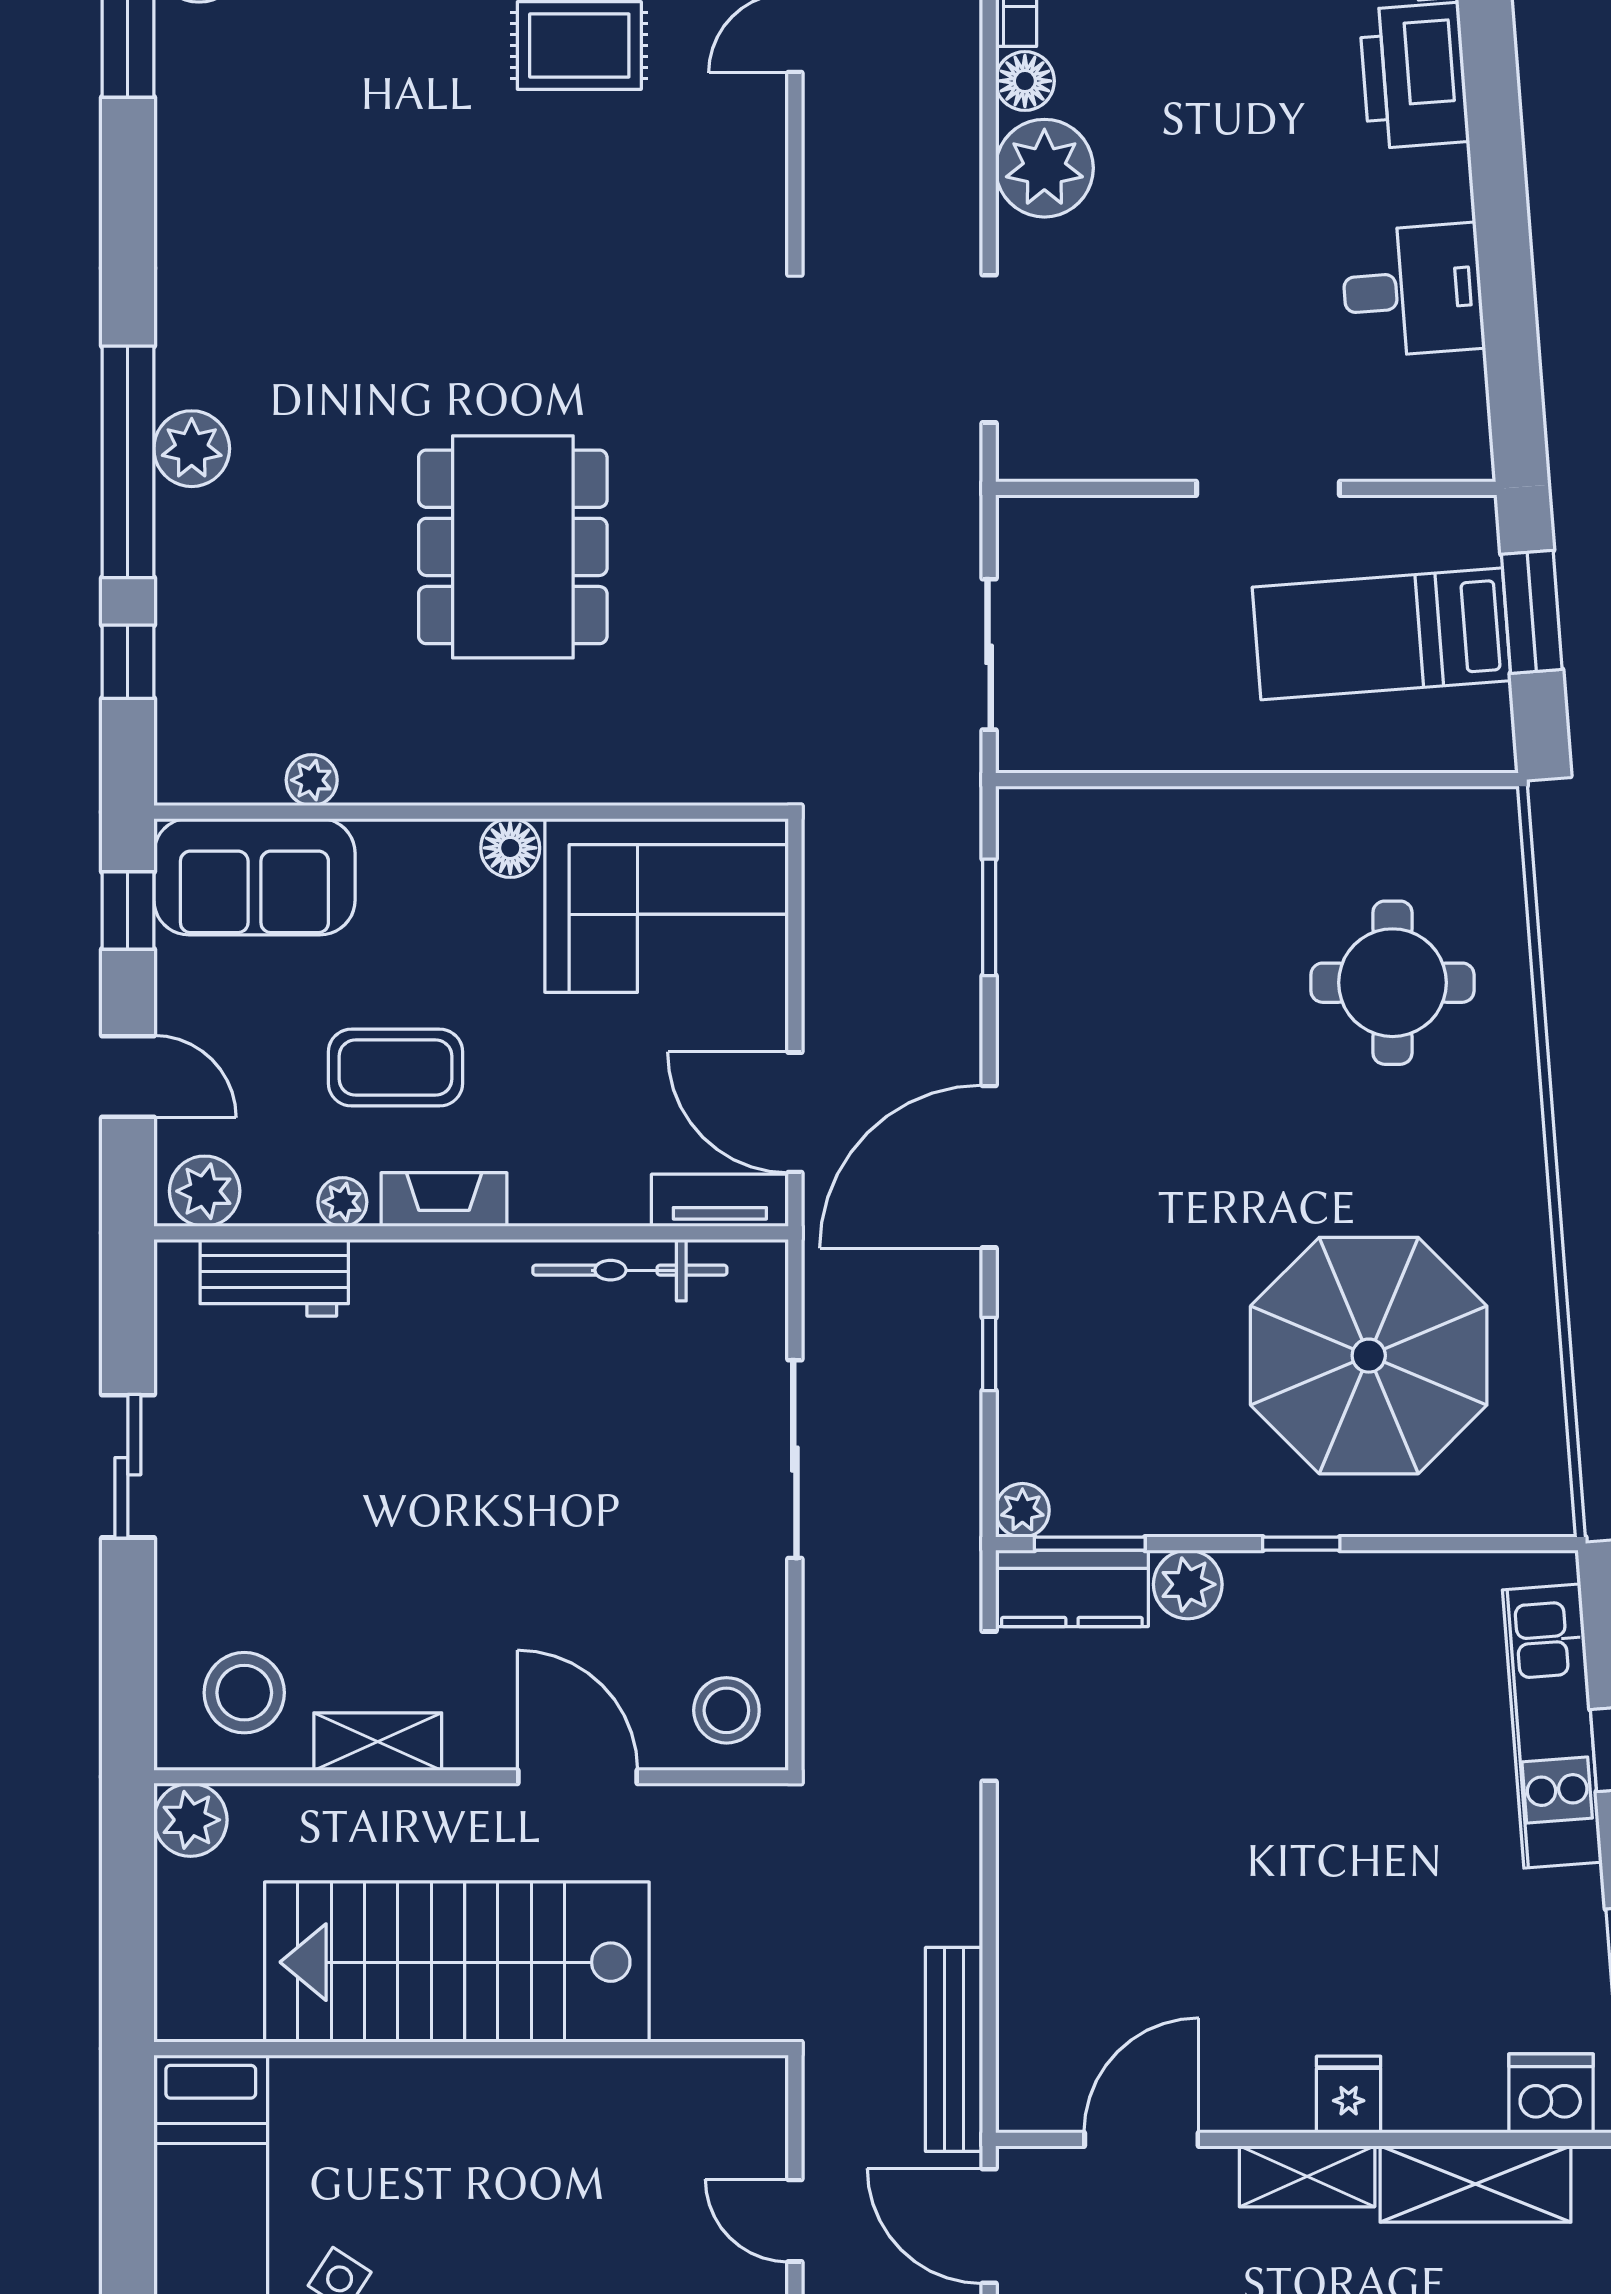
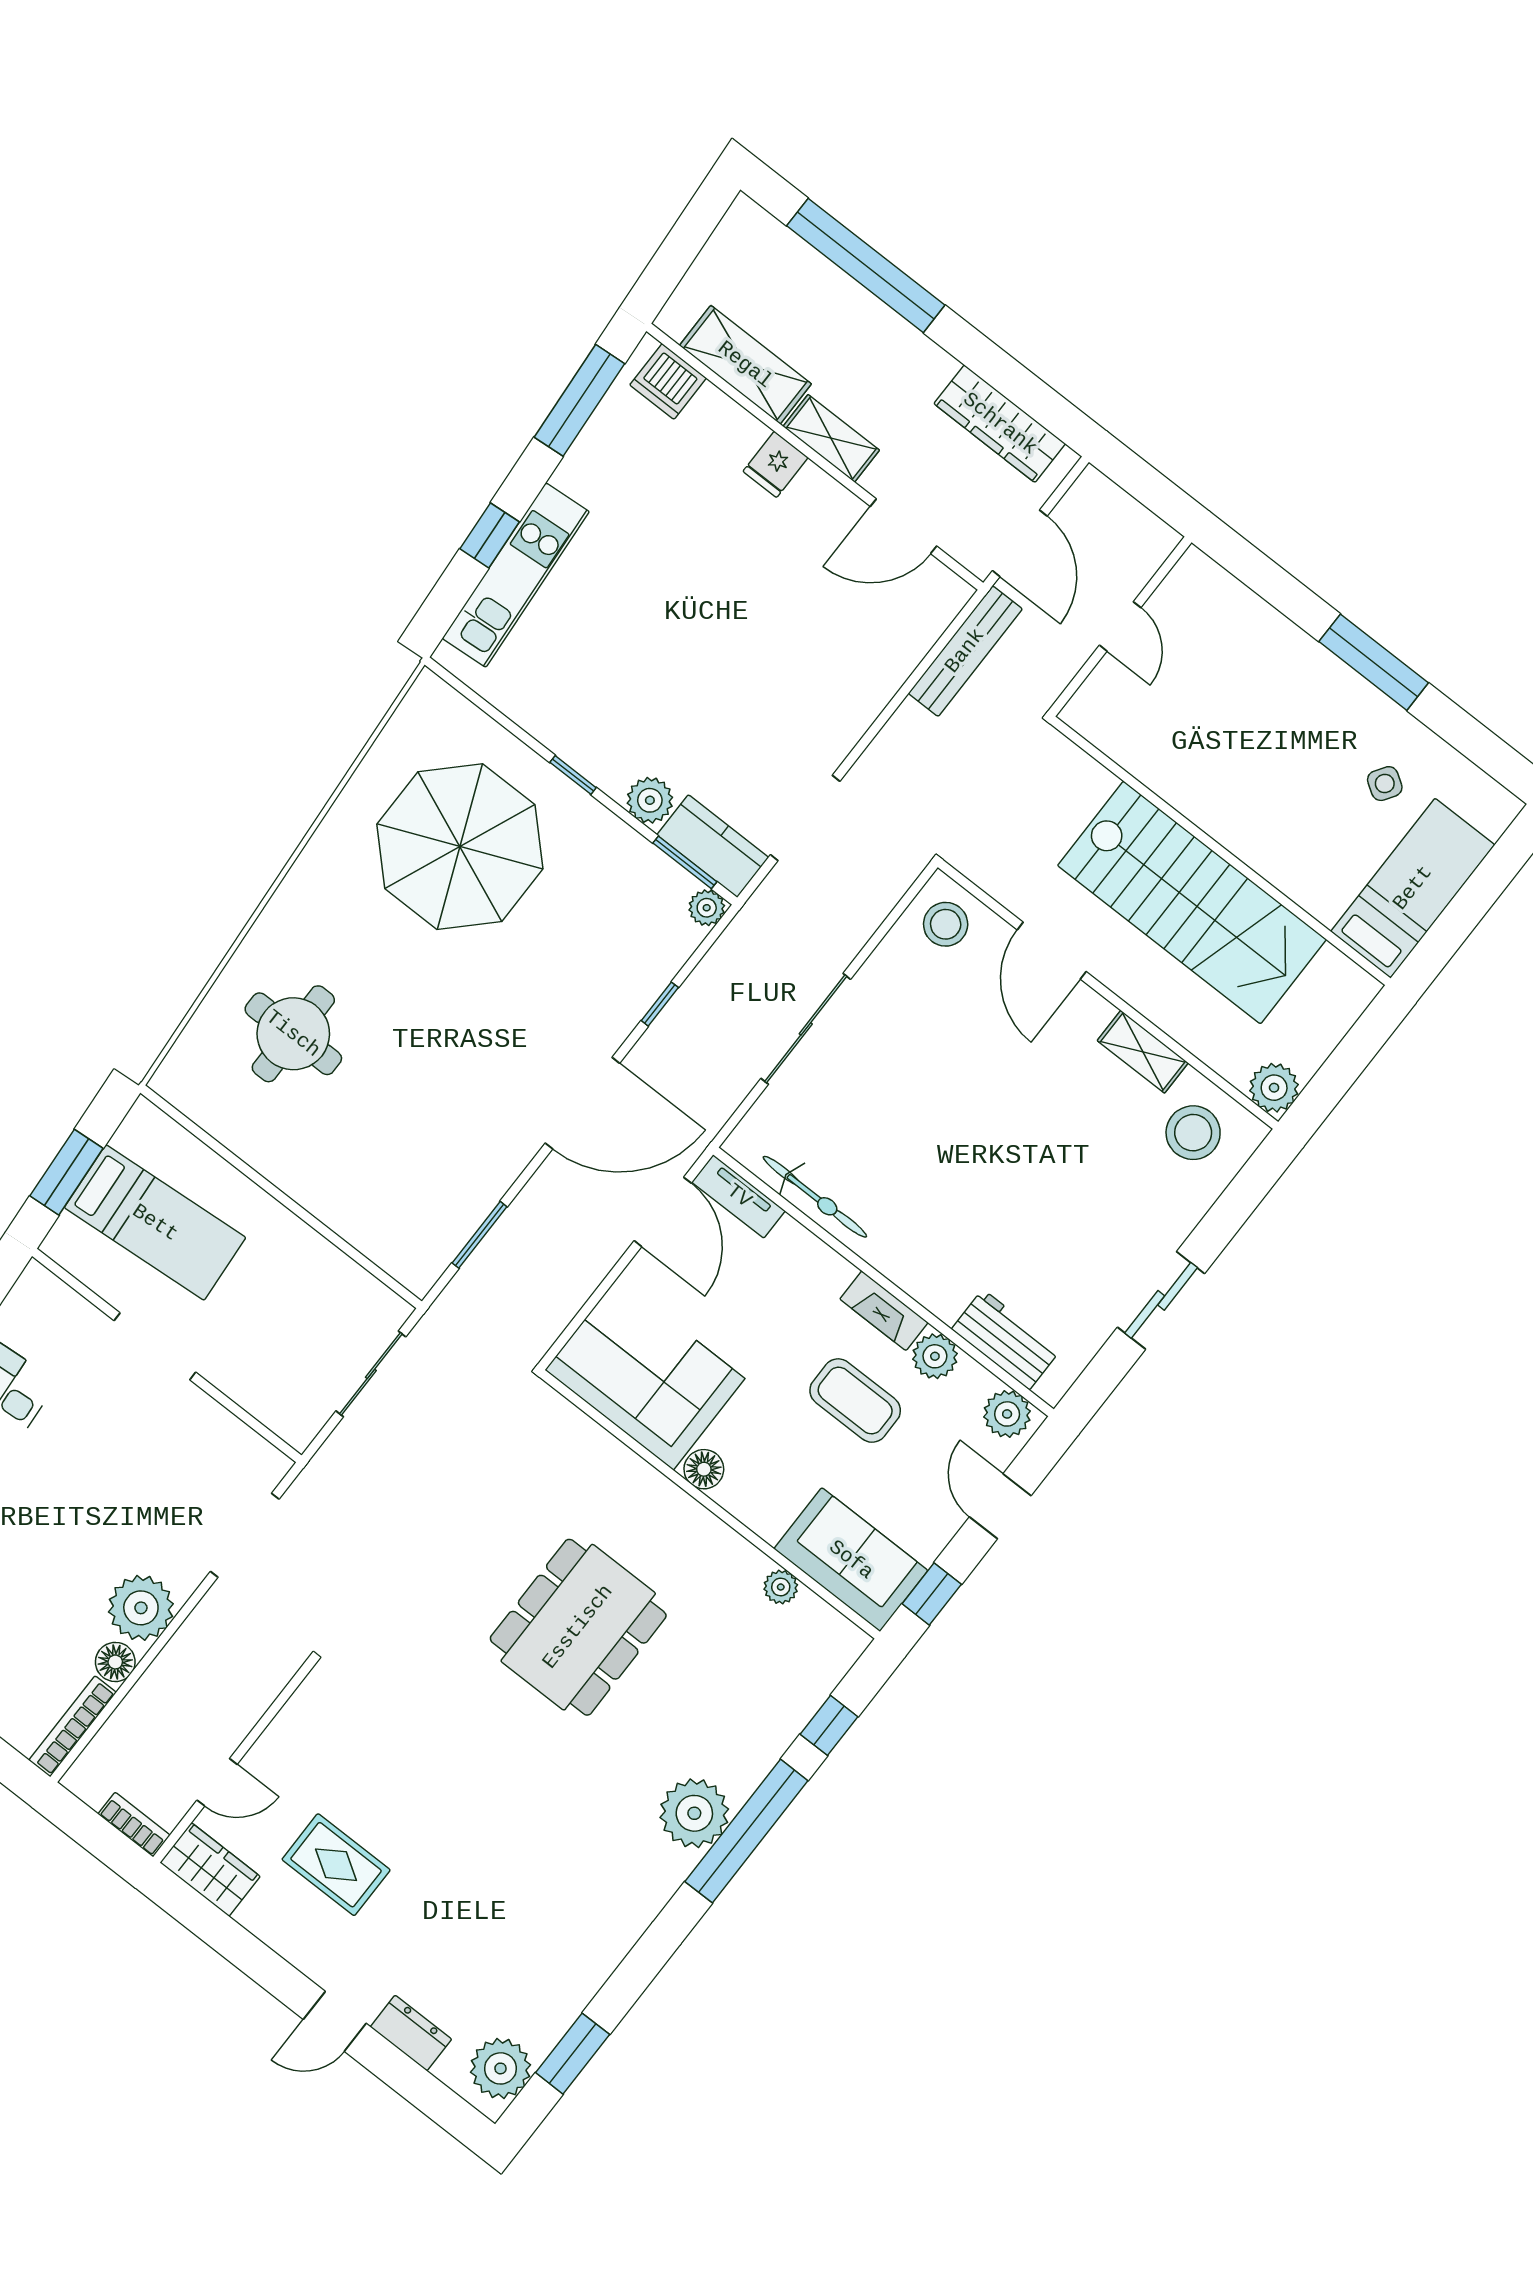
plant: (192, 449) -> (694, 1813), width x1.36, depth x1.36
plant: (342, 1202) -> (935, 1356), width x1.38, depth x1.38

